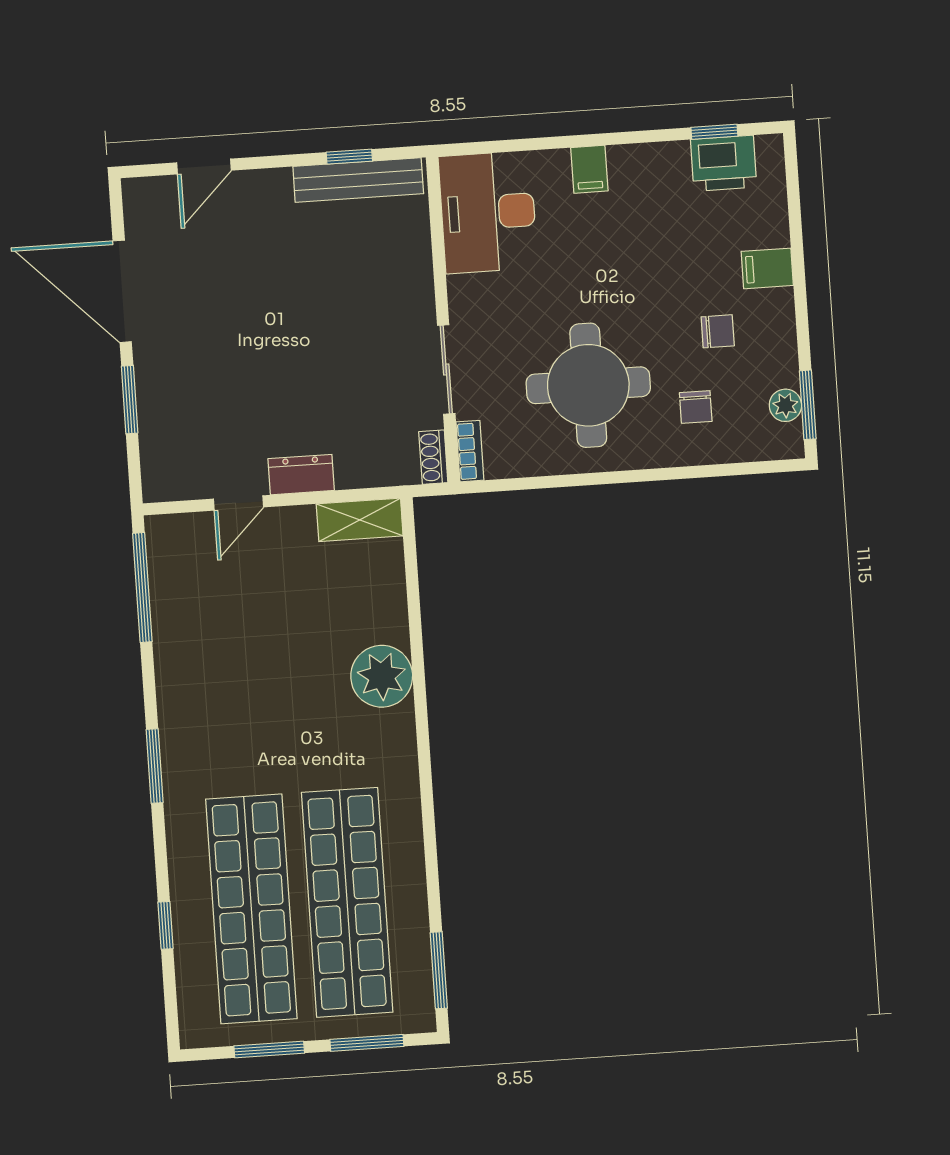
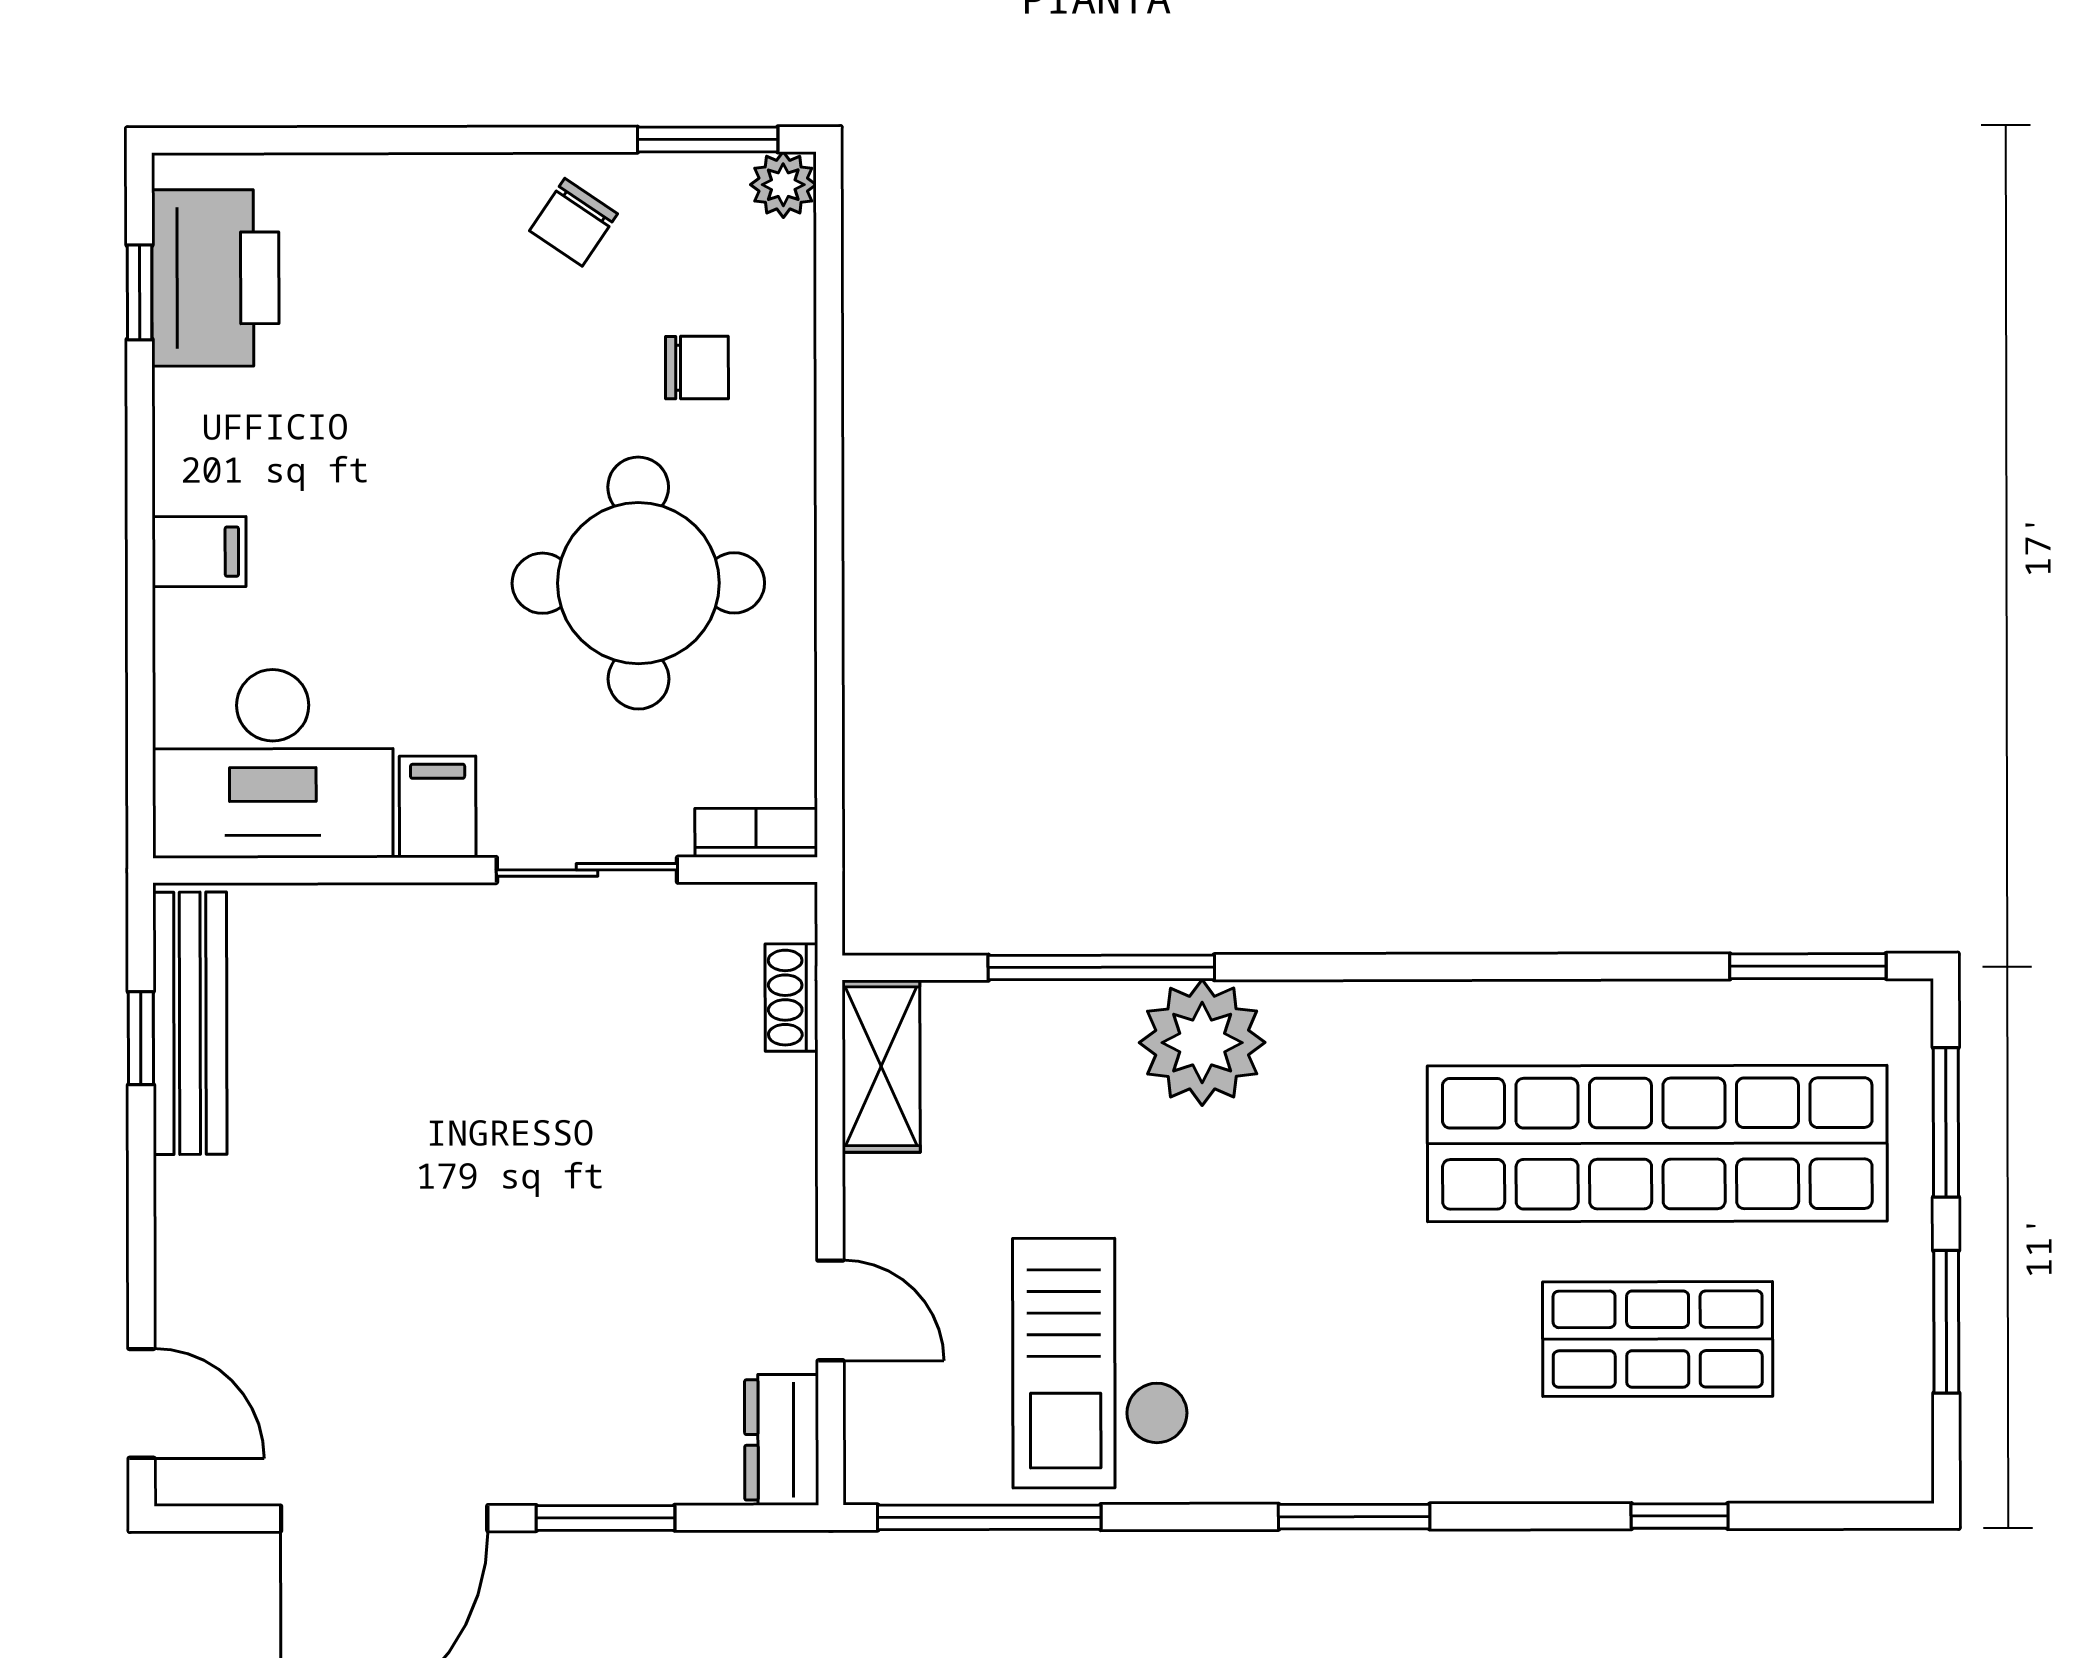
printer: (724, 163) -> (215, 278), width x1.37, depth x1.19
door: (204, 166) -> (142, 1403), moved
filing cabinet: (767, 268) -> (438, 807), moved, turned 180
chair: (718, 331) -> (573, 222), moved, turned -146
plant: (785, 405) -> (783, 185), moved
shoe rack: (433, 457) -> (791, 998), moved, turned 90
dresser: (301, 475) -> (782, 1440), moved
window: (415, 624) -> (1101, 967), added
checkout: (221, 637) -> (1101, 1363), added
shop shelf: (251, 909) -> (1658, 1339), width x0.50, depth x0.74

